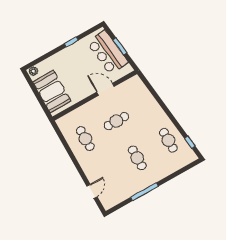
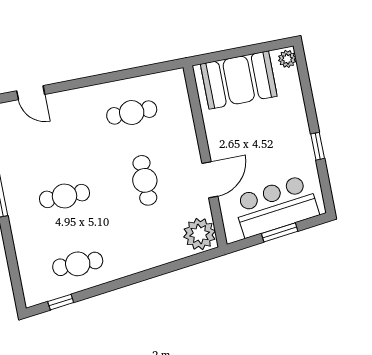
plant: (134, 85) -> (200, 234), added

